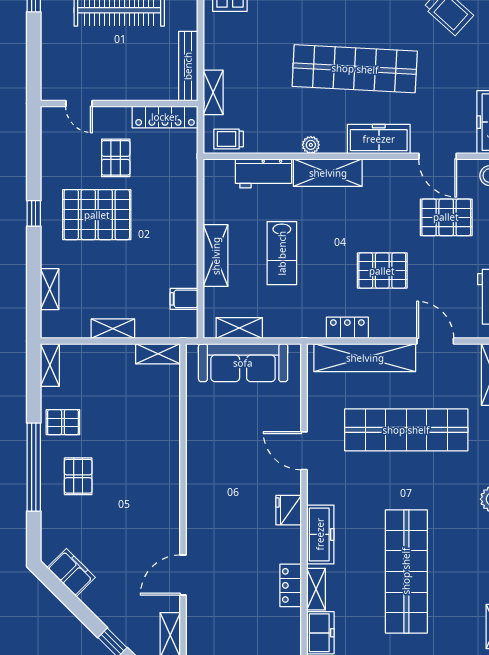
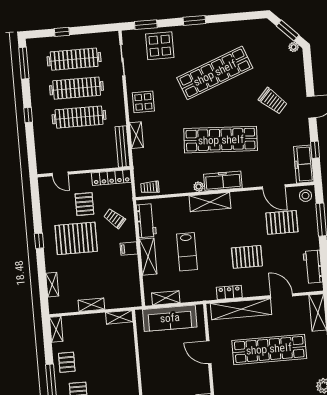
shelving: (213, 92) -> (136, 135), moved
freezer: (379, 139) -> (223, 181), moved
workbench: (263, 173) -> (146, 221), moved, turned -90
trolley: (164, 186) -> (115, 218), added
filing cabinet: (184, 299) -> (129, 249), moved
pallet: (63, 422) -> (67, 362), turned 90
door: (304, 451) -> (209, 352), moved

